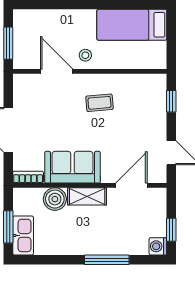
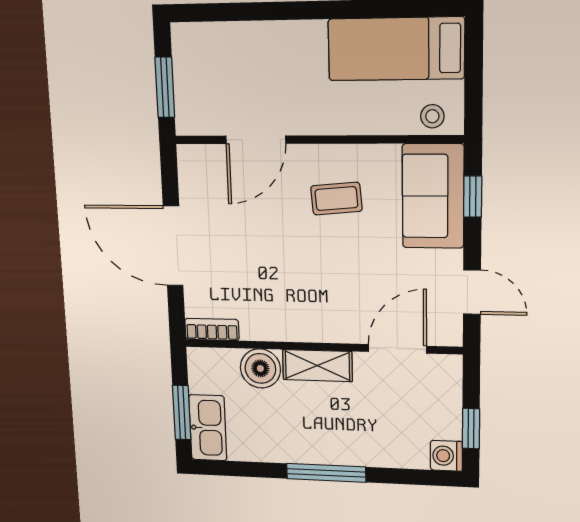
stool: (85, 55) -> (432, 116), moved
door: (57, 71) -> (256, 140), swing flipped
sofa: (73, 167) -> (433, 196), moved, turned -90
window: (107, 260) -> (326, 473), moved

